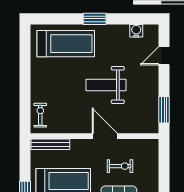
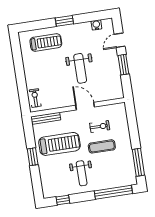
treadmill: (66, 44) -> (46, 42), width x0.73, depth x0.73
weight bench: (106, 85) -> (80, 68), turned -90
window: (164, 110) -> (123, 65), moved

